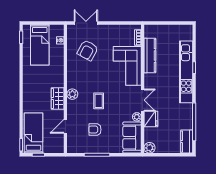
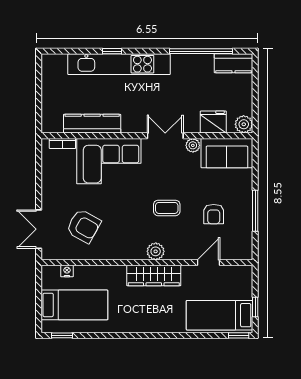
wardrobe: (58, 98) -> (154, 276), width x1.50
fridge: (151, 119) -> (213, 122), moved
door: (65, 126) -> (208, 263), swing flipped

